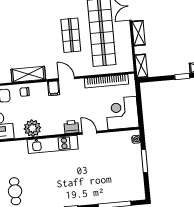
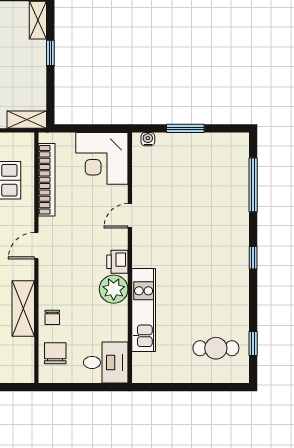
filing cabinet: (54, 88) -> (50, 269), removed
printer: (71, 127) -> (117, 262), moved
plant: (32, 128) -> (114, 289), moved
kitchen unit: (53, 144) -> (144, 310), moved

